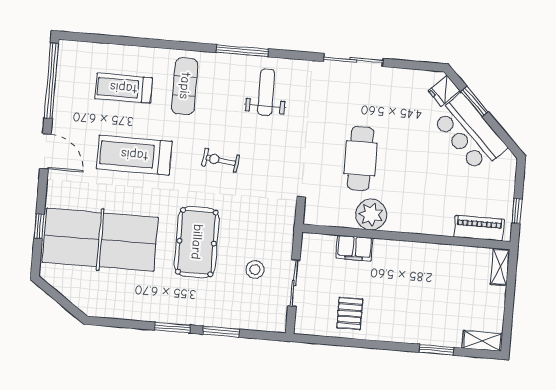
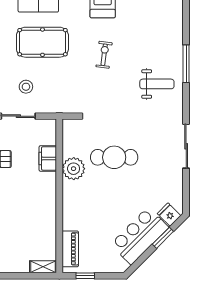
exercise mat: (185, 86) -> (156, 24), removed

